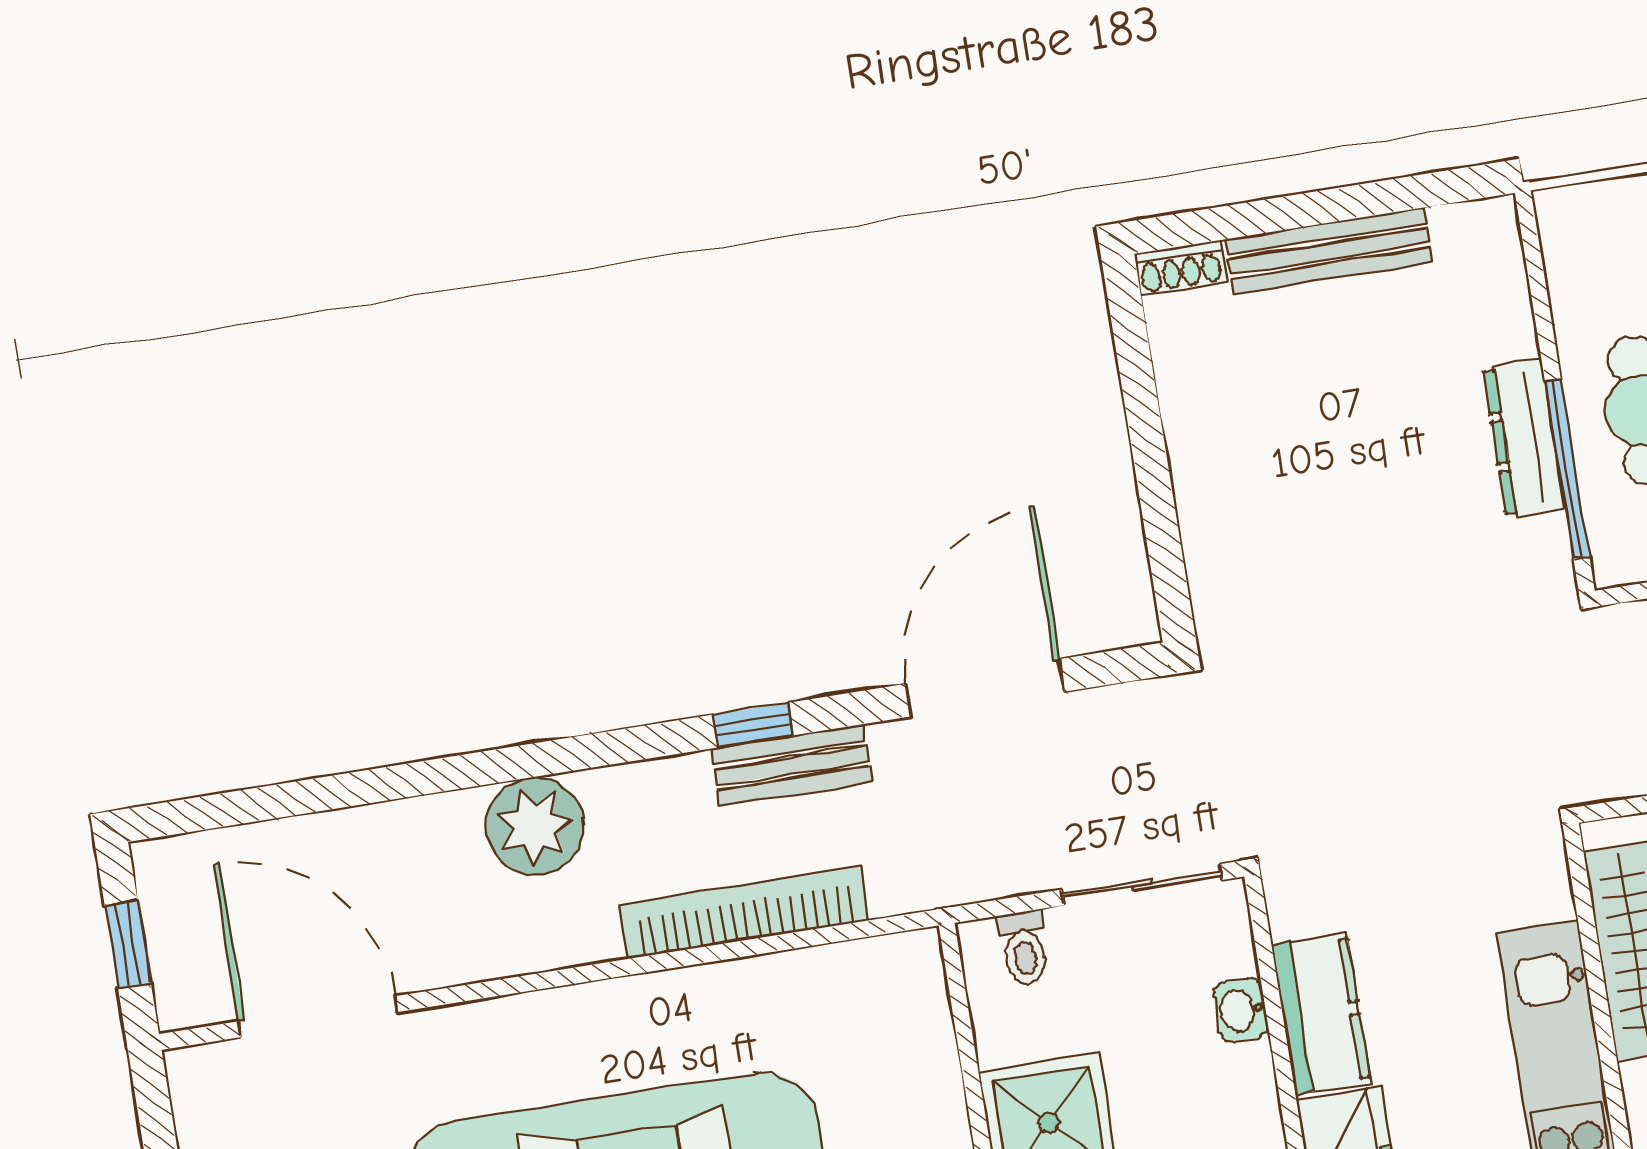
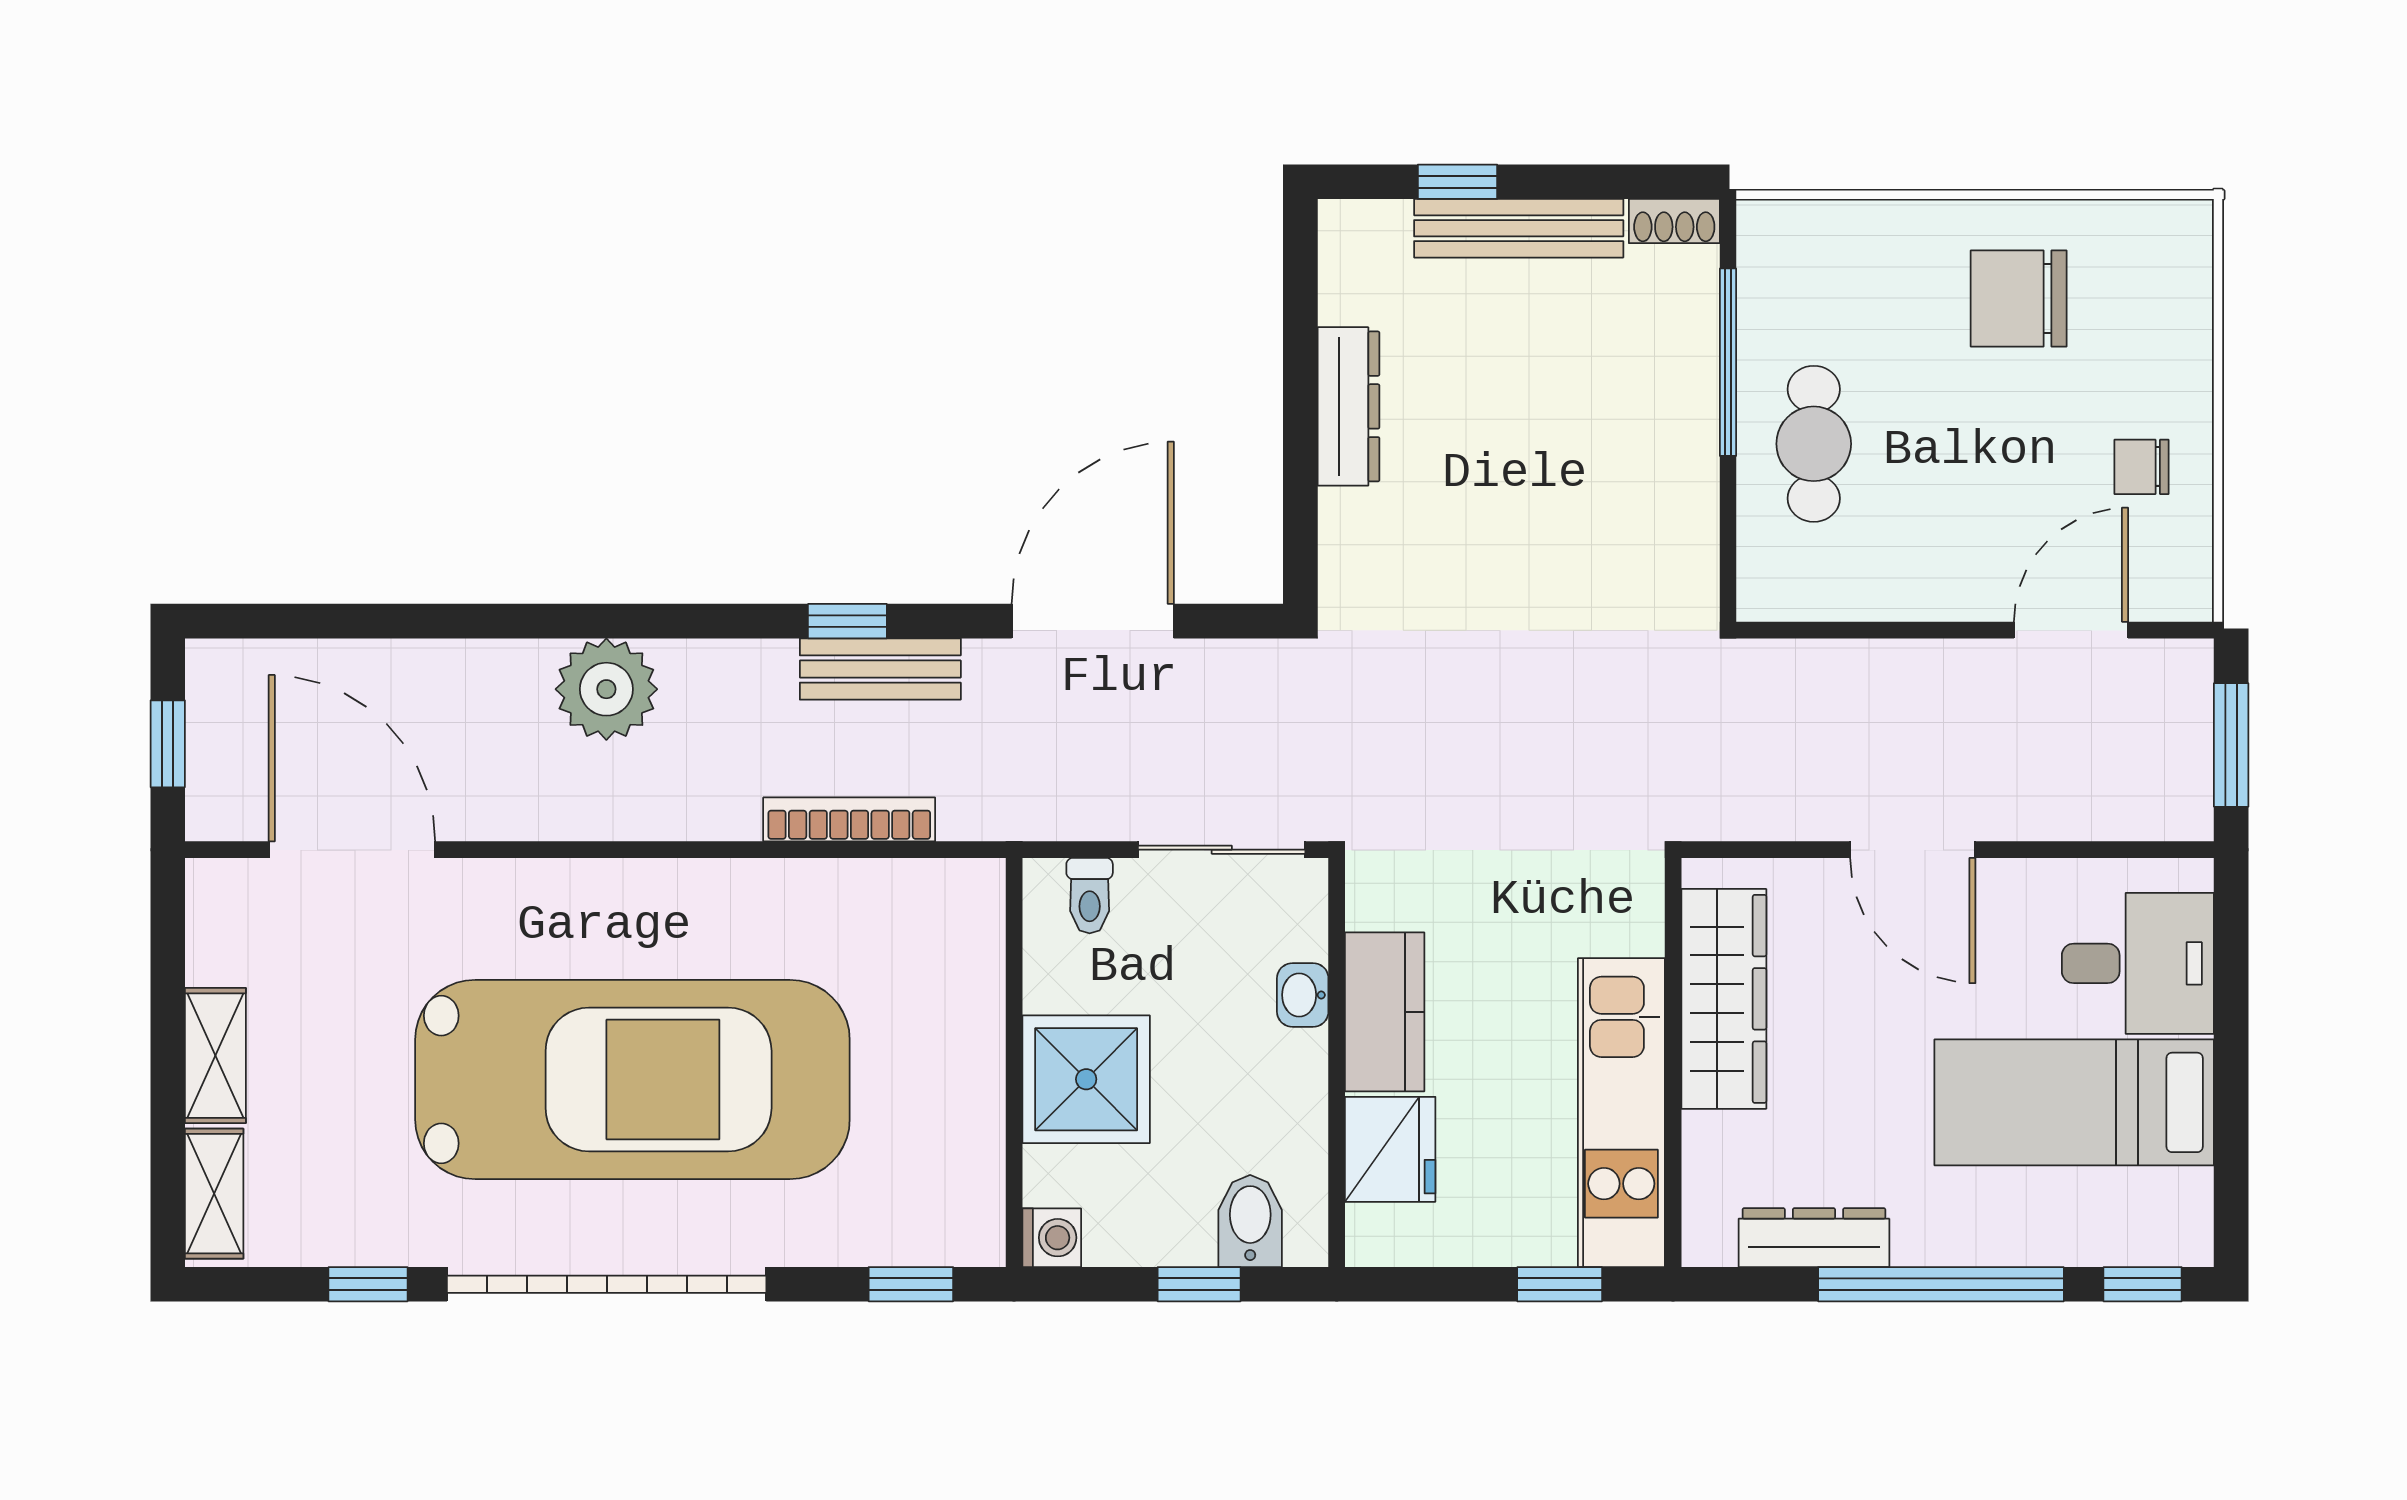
window: (1264, 216) -> (1458, 182), added
shoe rack: (1181, 268) -> (1674, 221), moved
dresser: (1524, 438) -> (1349, 406), moved, turned 180
window: (1567, 469) -> (1728, 362), moved
bookcase: (744, 912) -> (849, 819), width x0.68, depth x0.76

